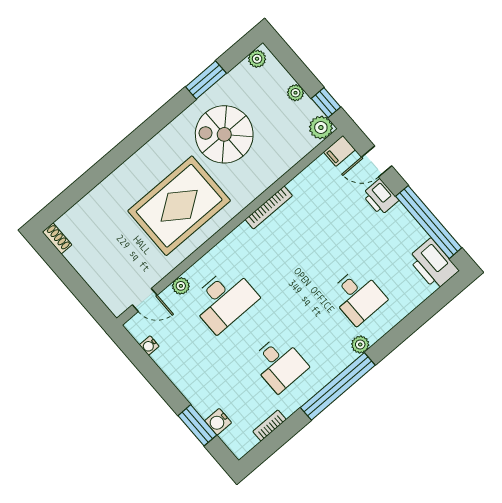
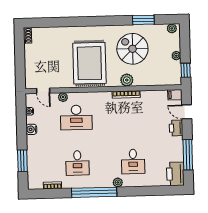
plant: (321, 128) -> (127, 80), moved
rug: (179, 206) -> (89, 63), turned 90
window: (429, 222) -> (188, 155), width x0.68
water cooler: (218, 422) -> (31, 129), moved

